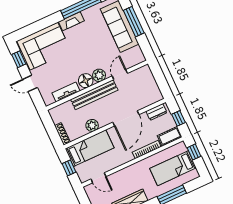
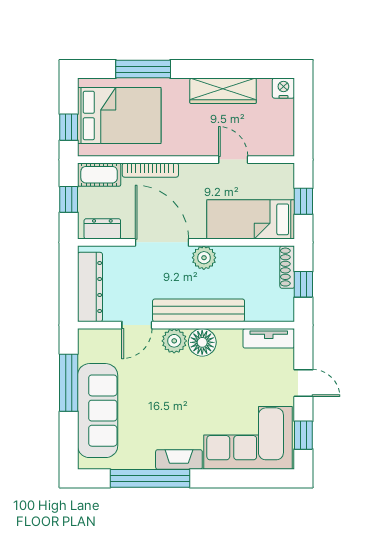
window: (134, 22) -> (69, 383), moved
dresser: (150, 82) -> (90, 287), added
tv unit: (66, 92) -> (269, 338), moved
door: (126, 118) -> (162, 242), hinge flipped
plant: (92, 125) -> (204, 258), moved
window: (51, 129) -> (303, 284), added
bed: (173, 168) -> (119, 115), width x1.50
door: (98, 178) -> (233, 160), moved

